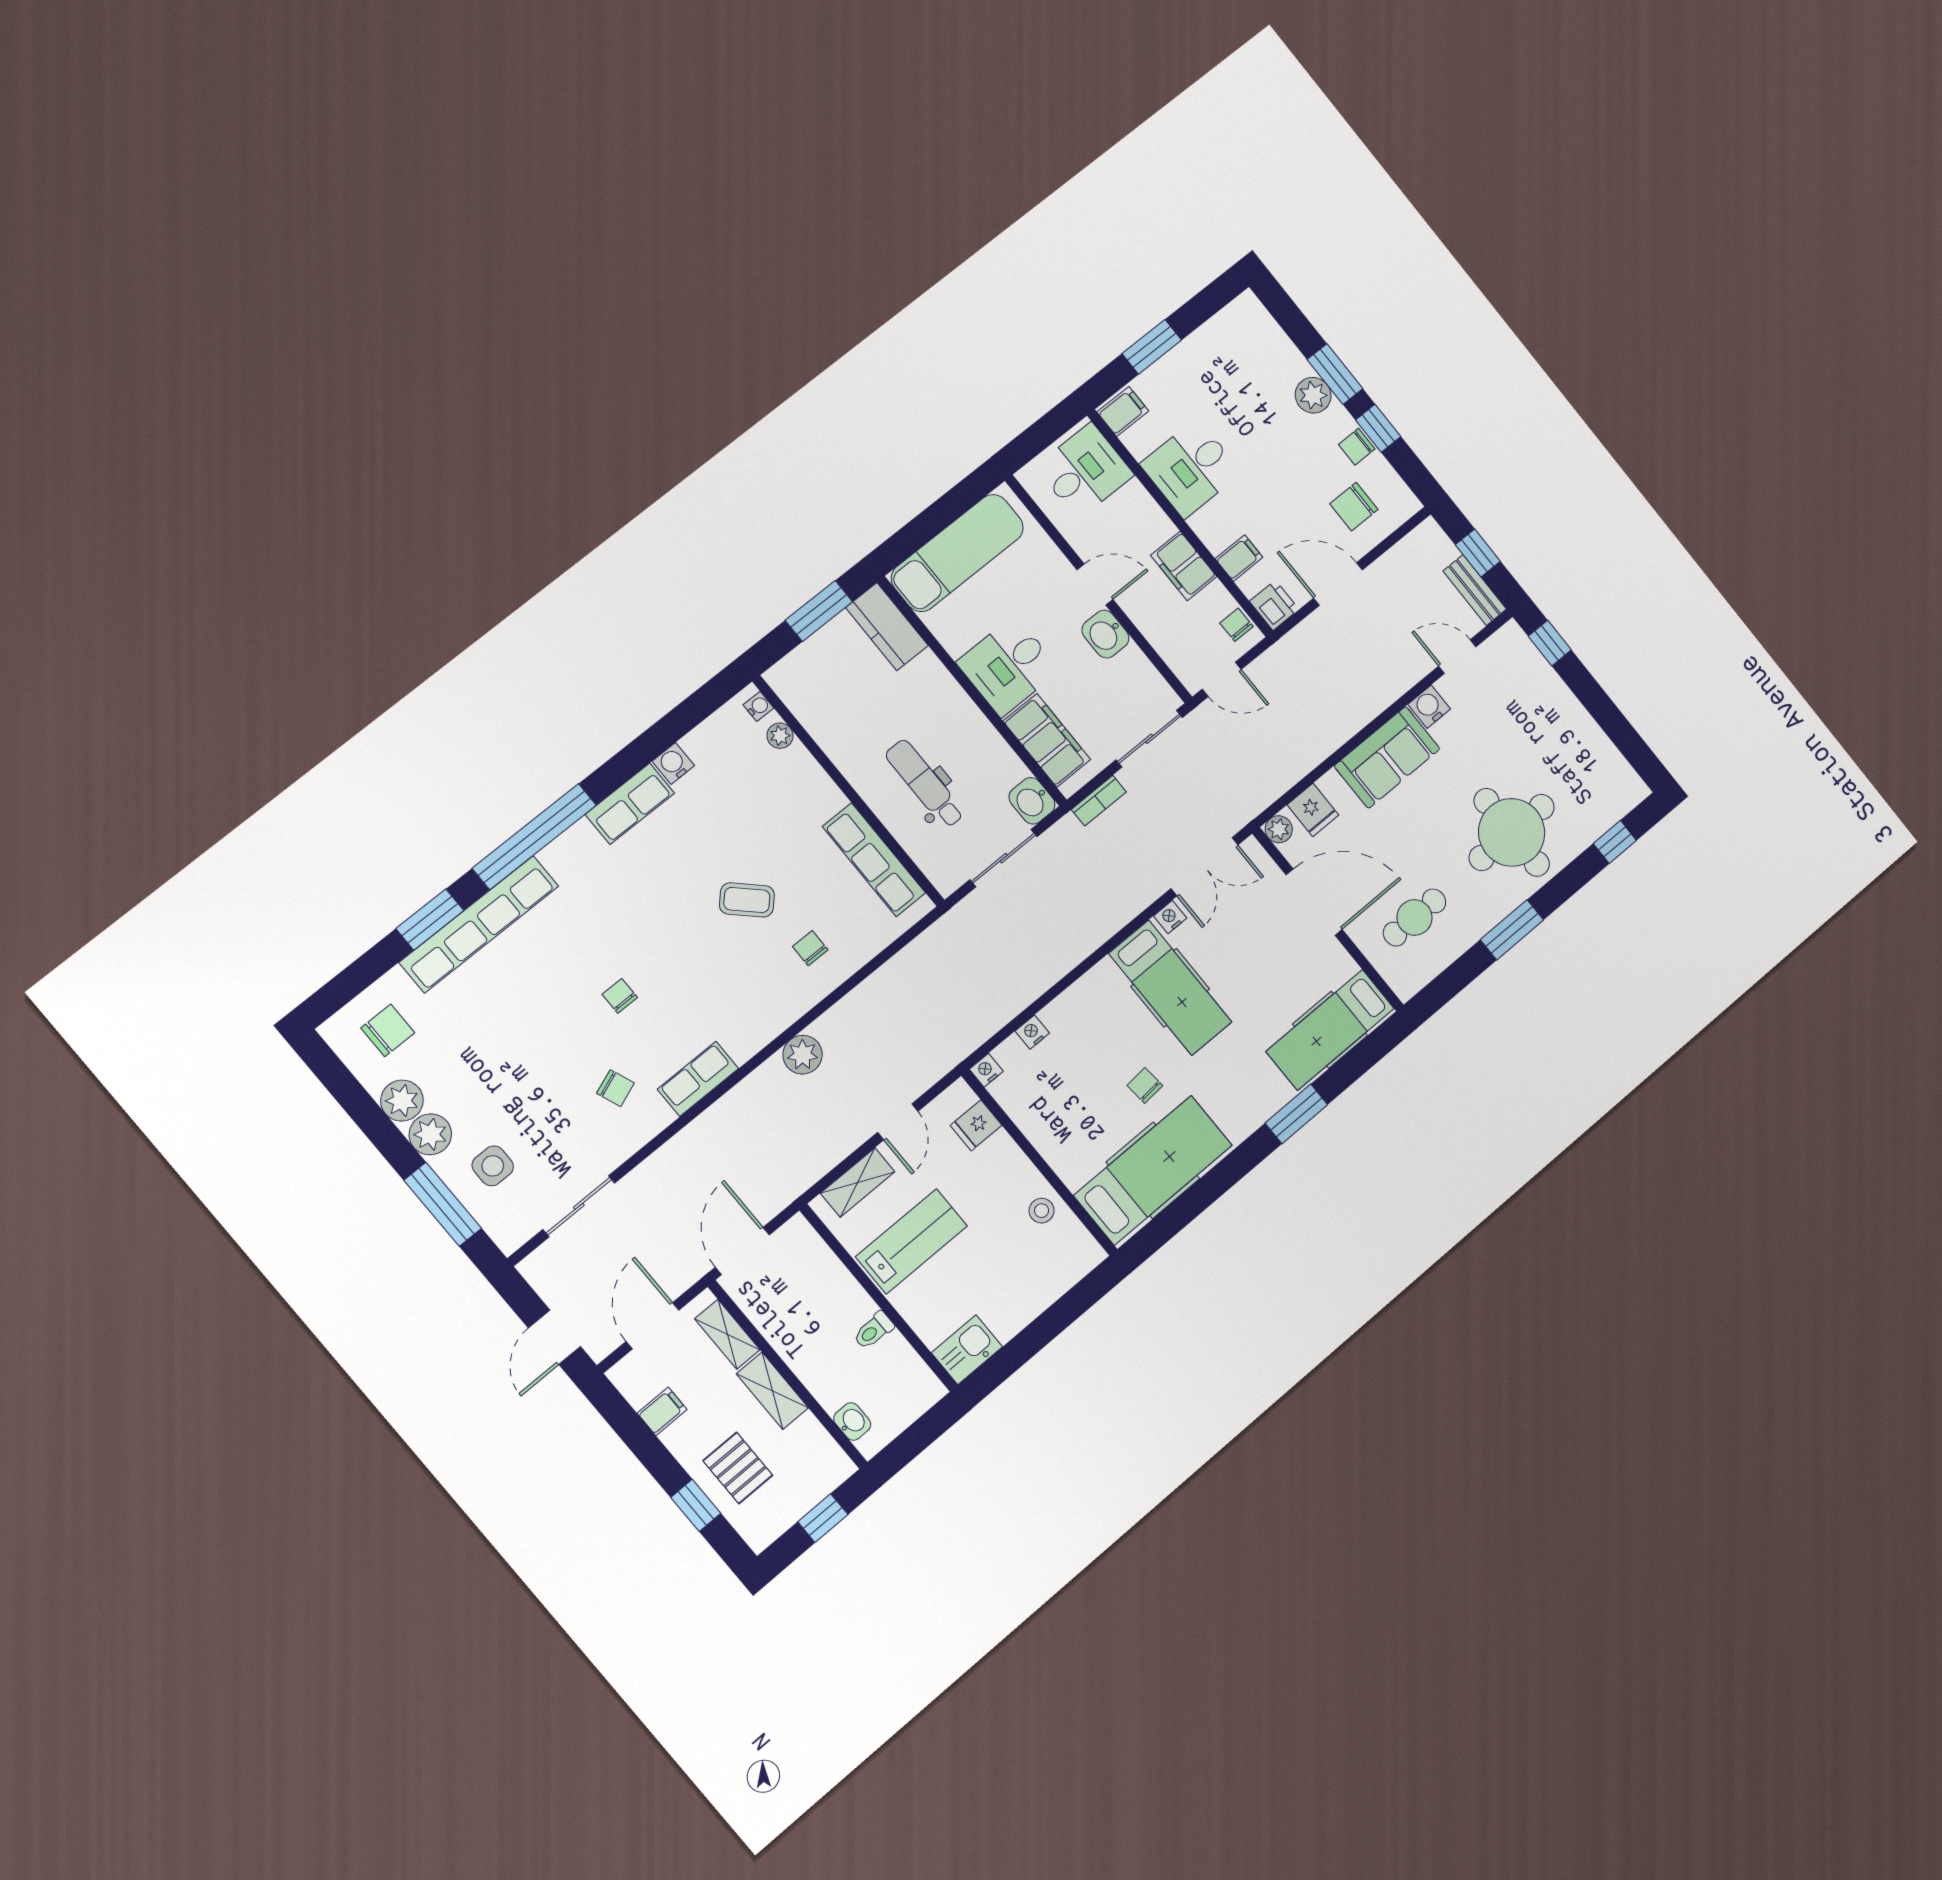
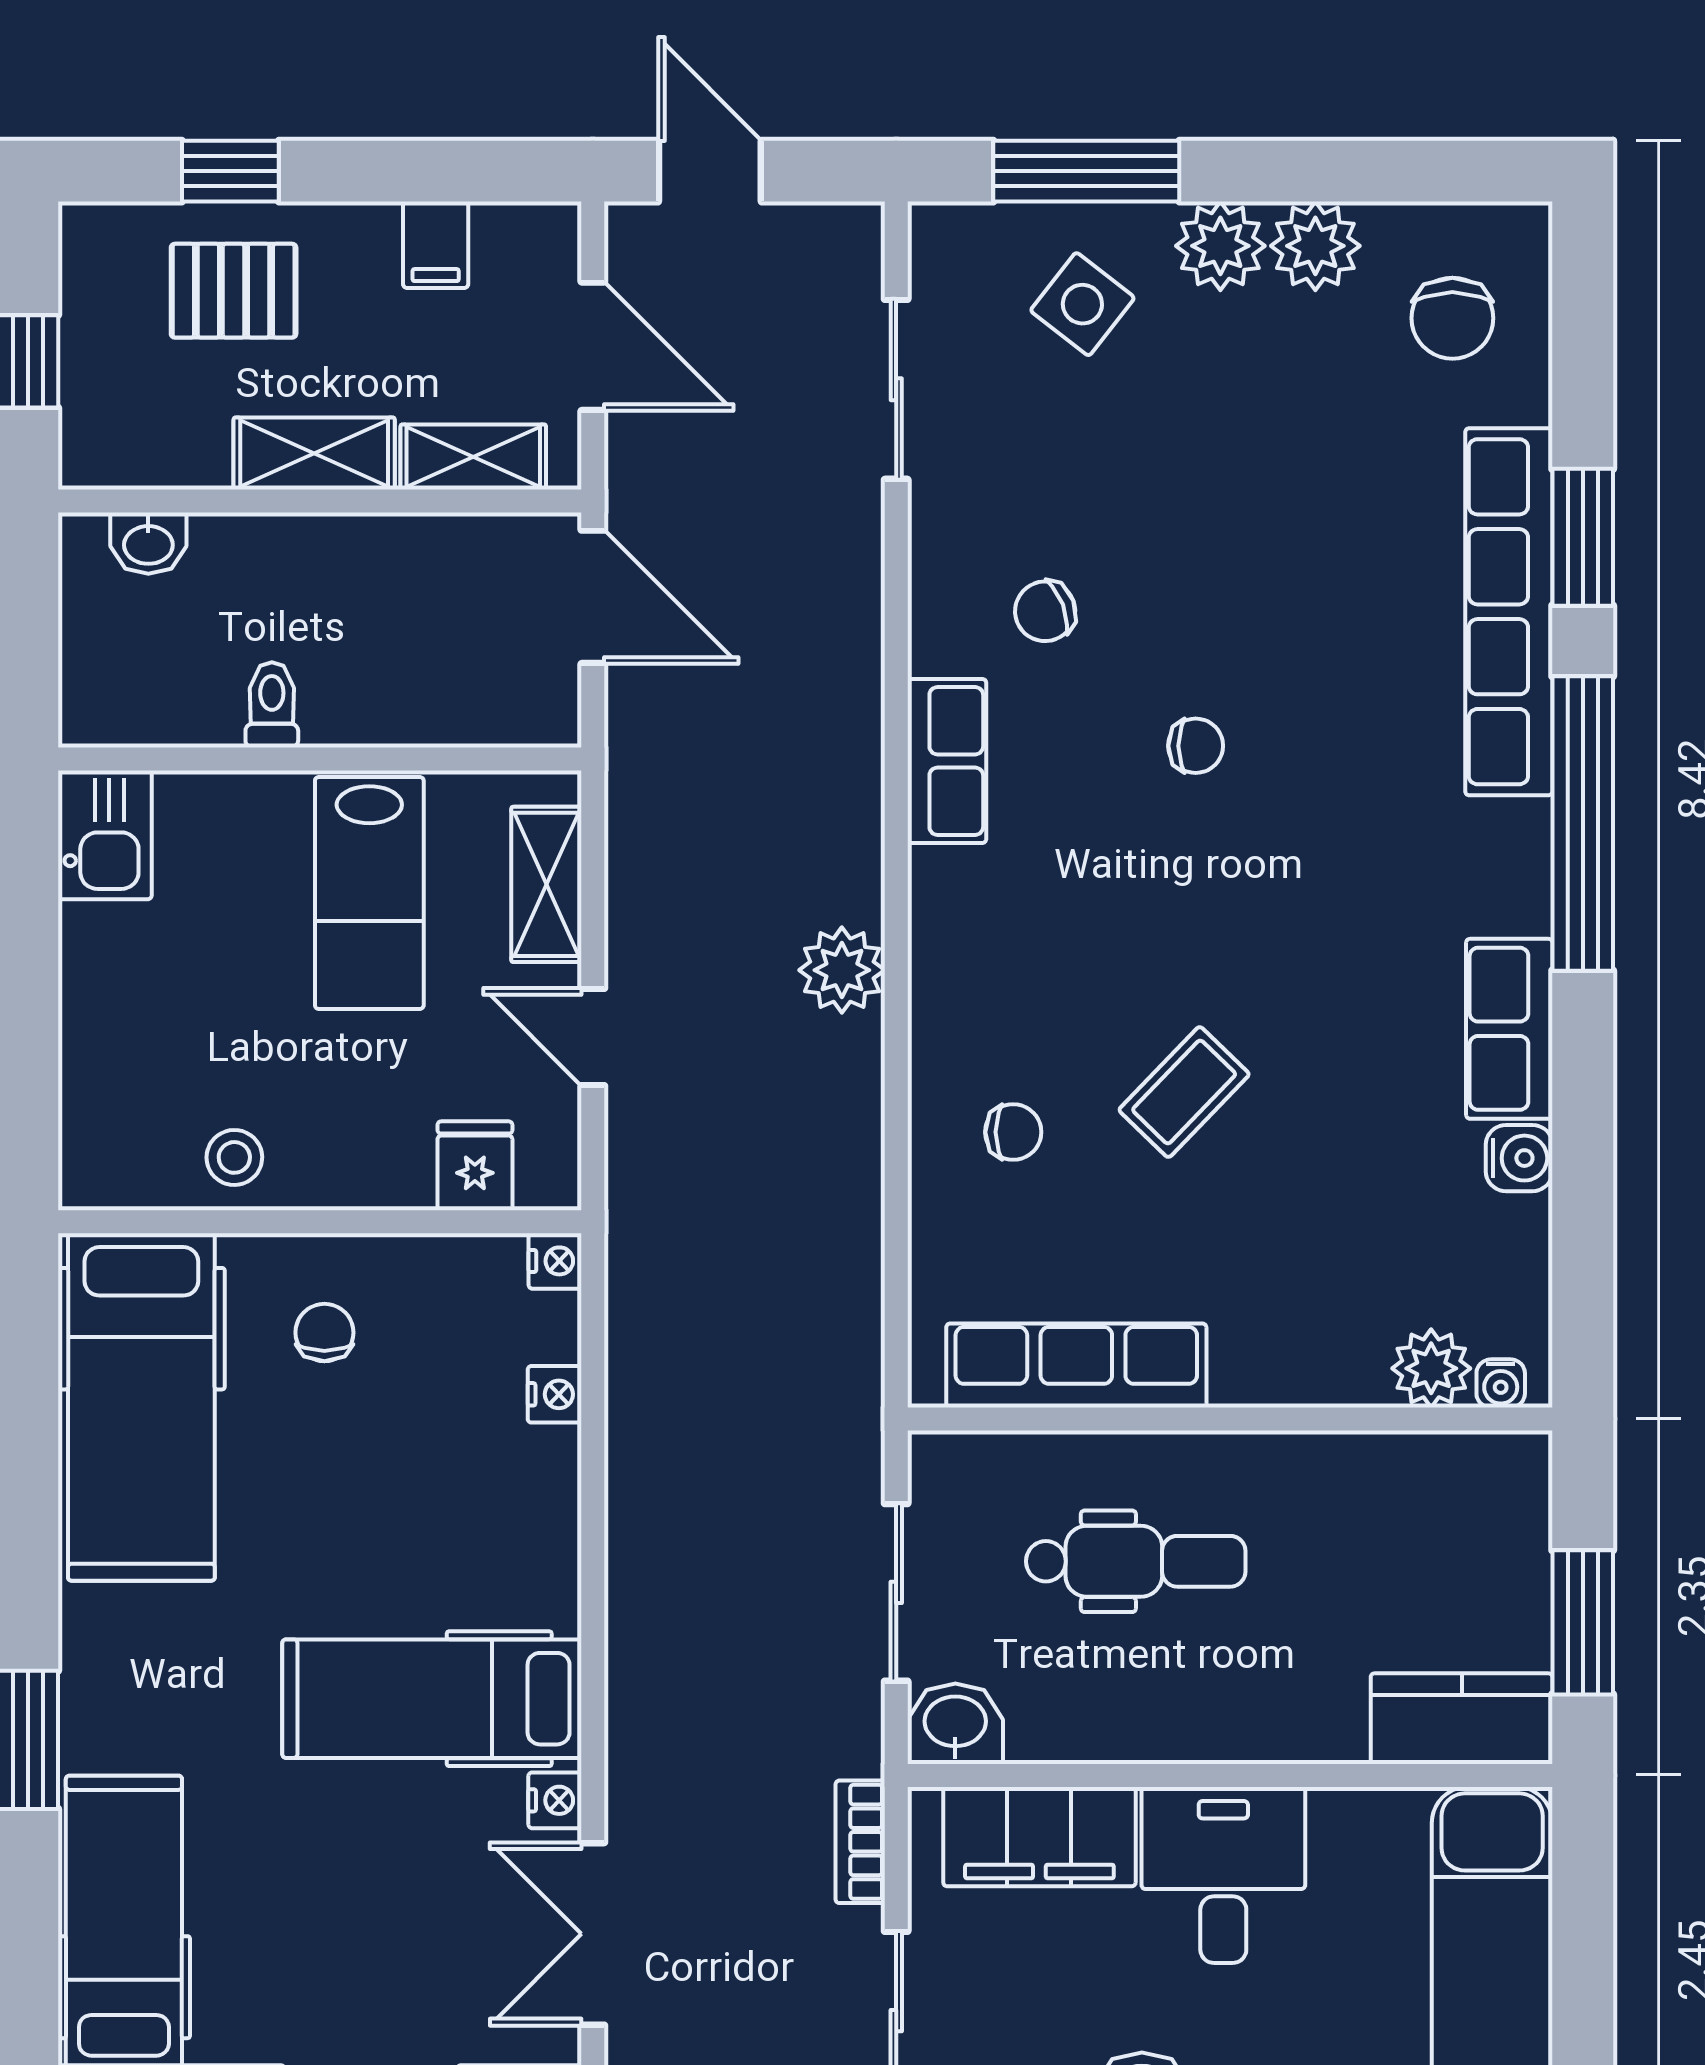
plant: (780, 736) -> (1431, 1368), width x1.38, depth x1.38
chair: (1145, 1085) -> (324, 1333), moved, turned -85
side table: (493, 1166) -> (1082, 304), turned 38

